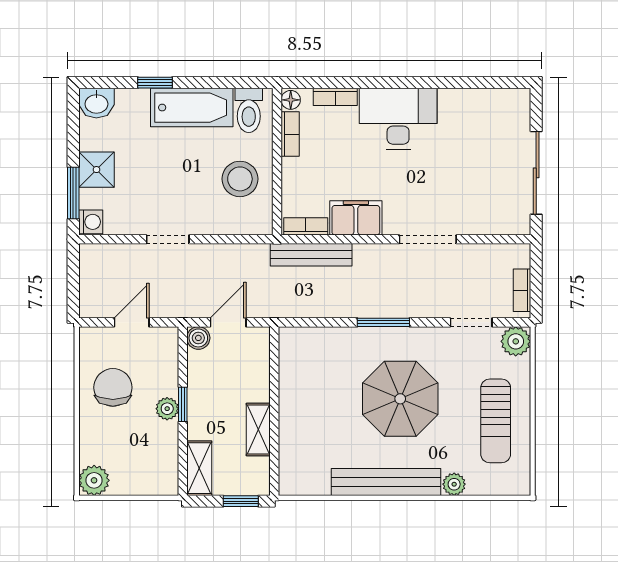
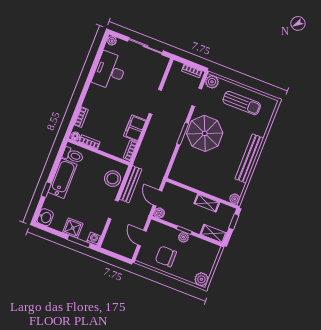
plant: (520, 99) -> (112, 41), added
desk: (398, 119) -> (110, 71), moved
stool: (240, 179) -> (113, 179), moved
bench: (311, 255) -> (131, 184), moved
parasol: (400, 399) -> (205, 133), moved
plant: (454, 484) -> (235, 199), moved

